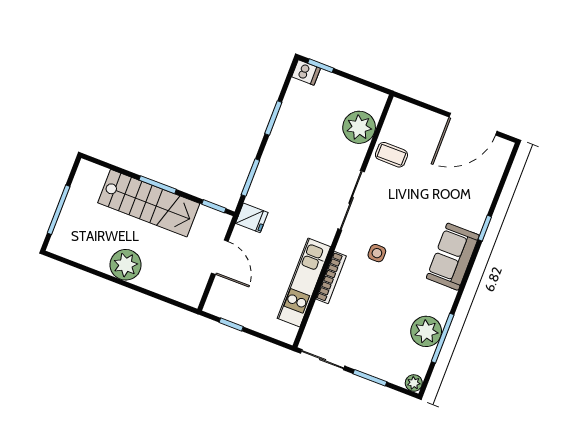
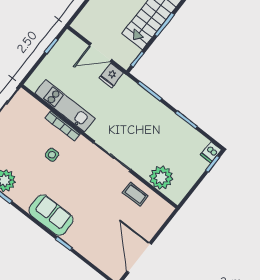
coffee table: (391, 155) -> (135, 194), turned 90
fridge: (252, 218) -> (111, 75), moved
side table: (377, 253) -> (52, 155), moved

